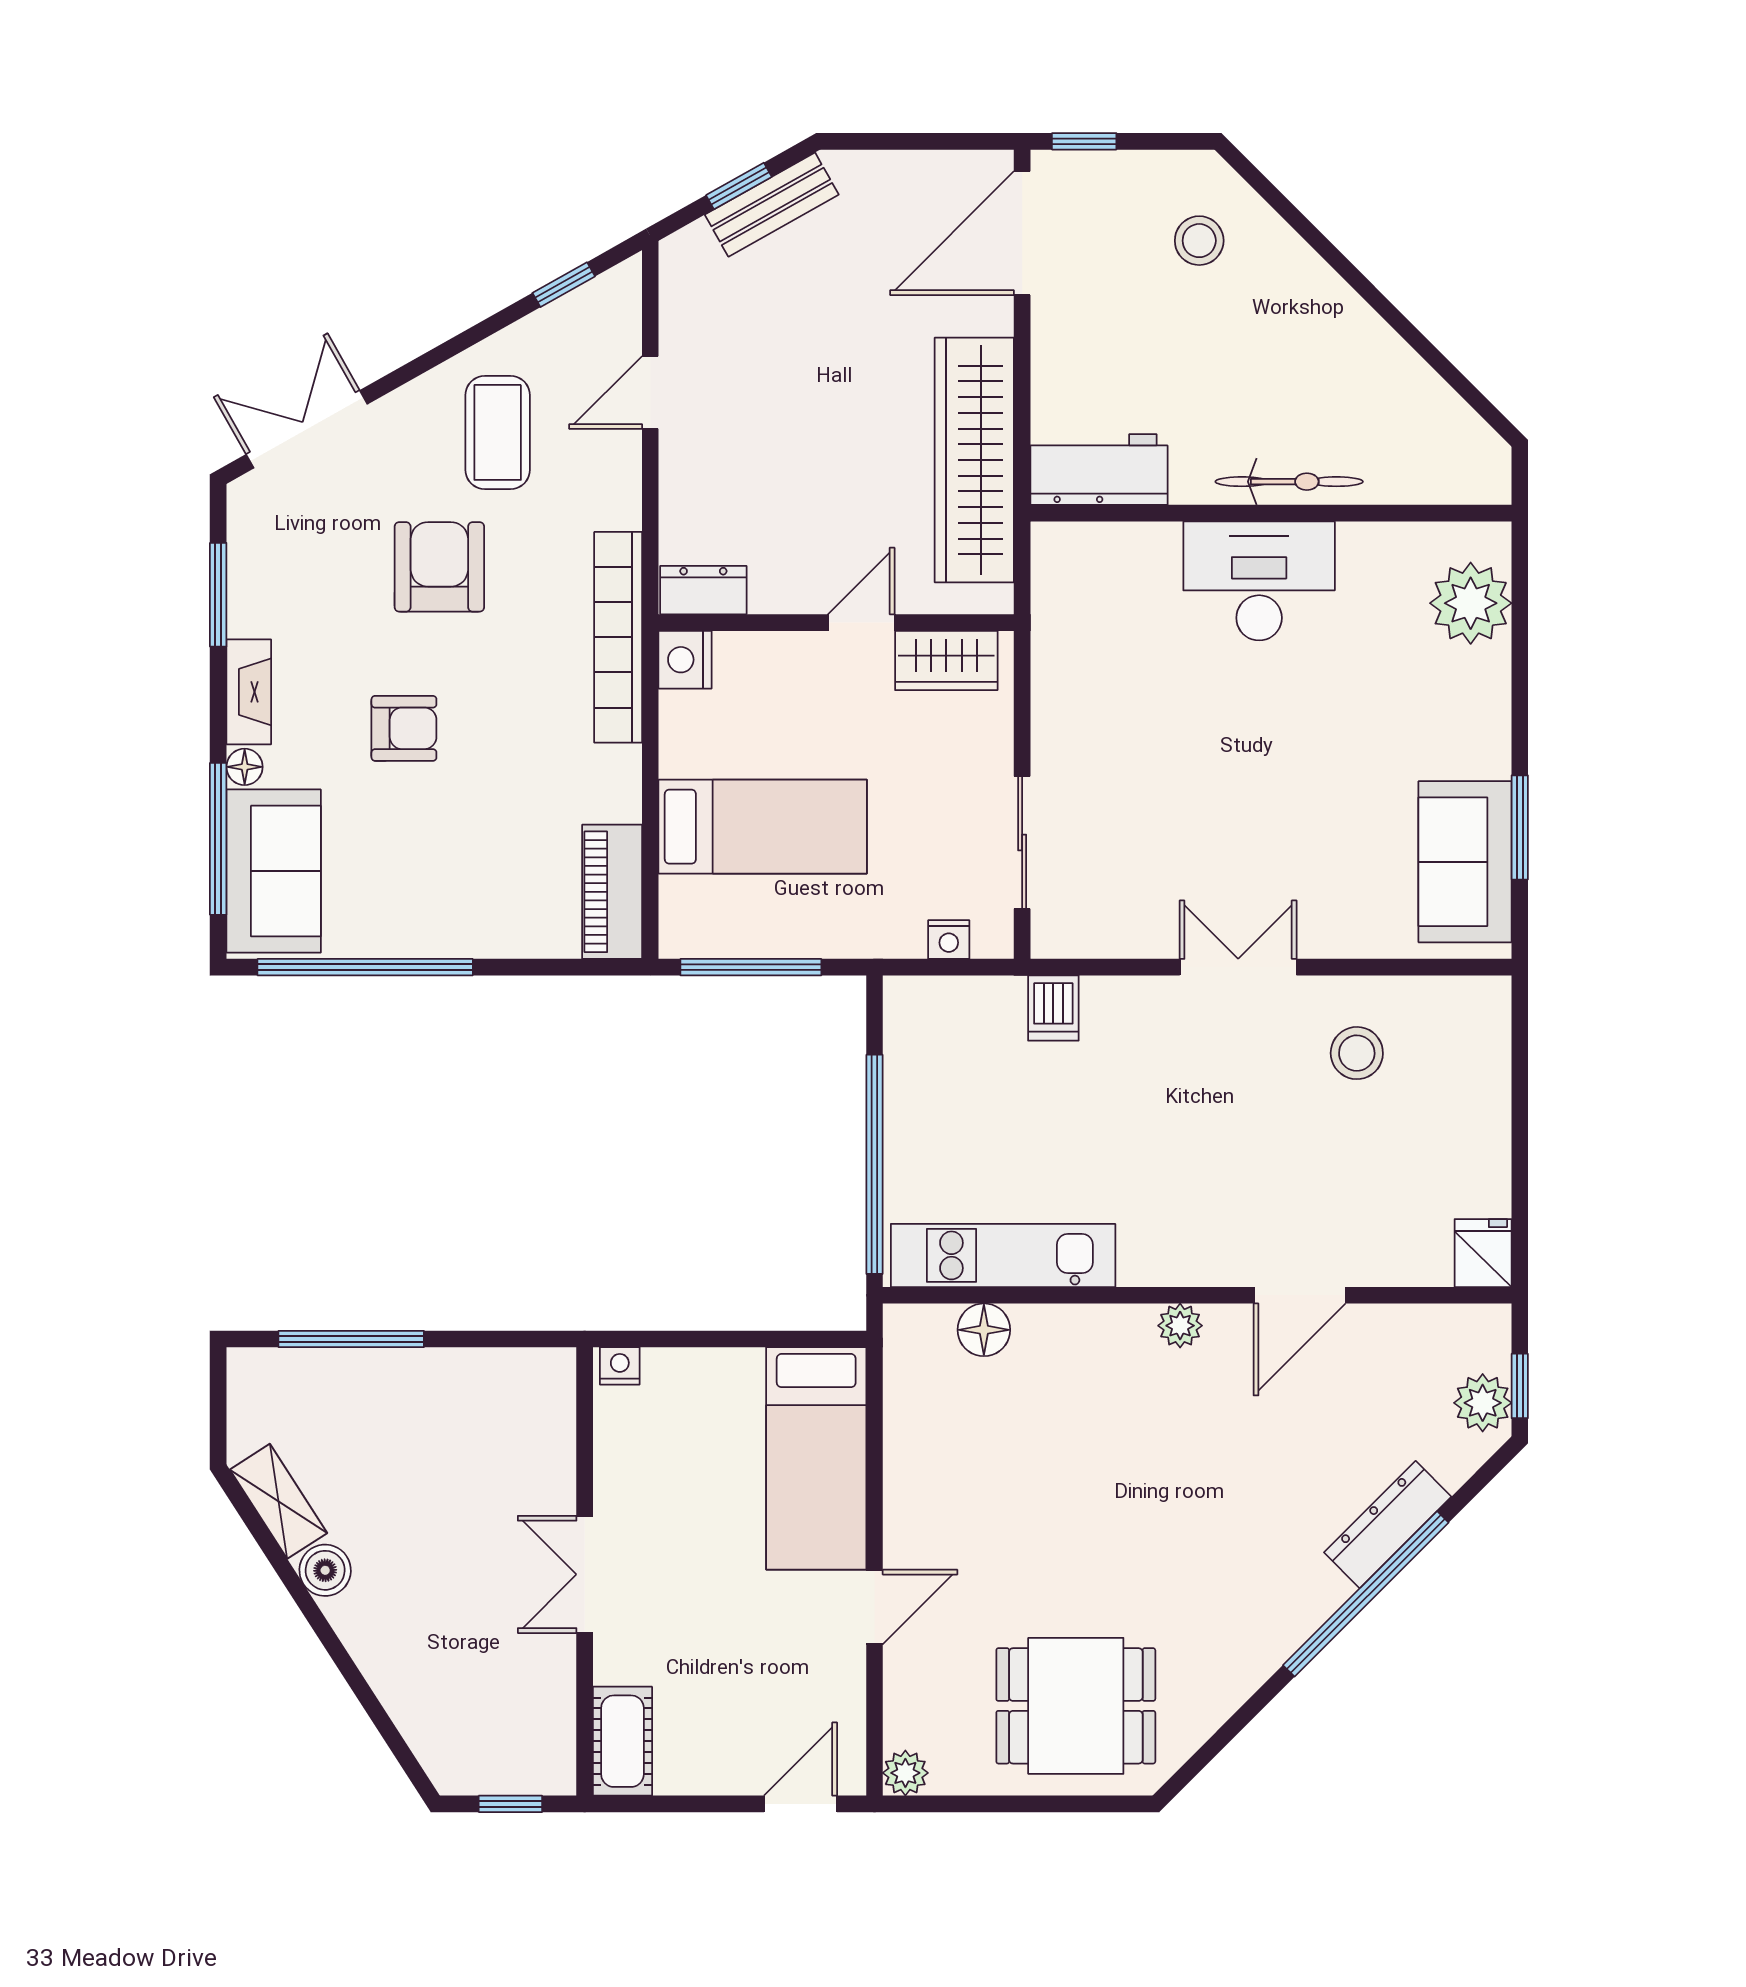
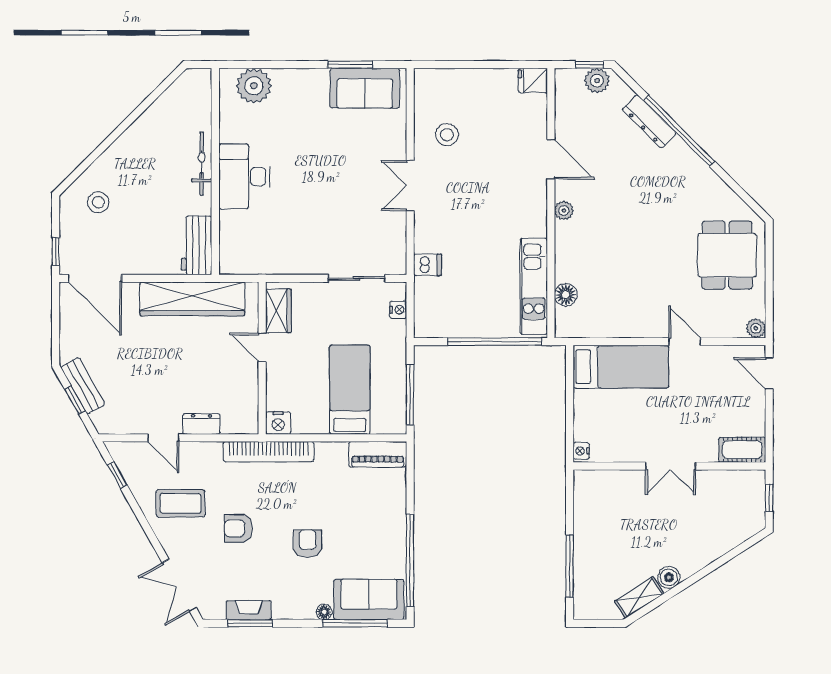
armchair: (439, 567) -> (238, 528), width x0.72, depth x0.72
dresser: (703, 590) -> (201, 424), moved, turned 90
fireplace: (249, 692) -> (249, 610), moved

